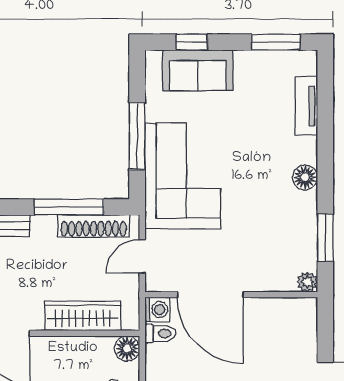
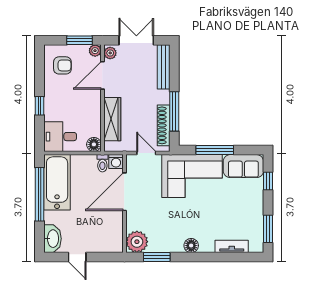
sofa: (198, 70) -> (243, 166), moved, turned -90
plant: (307, 282) -> (137, 242), width x1.87, depth x1.87

